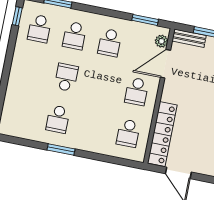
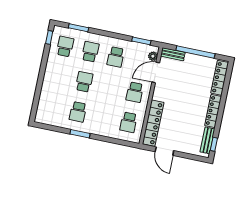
school desk: (39, 29) -> (65, 46), turned 180
school desk: (75, 36) -> (90, 52), turned 180

